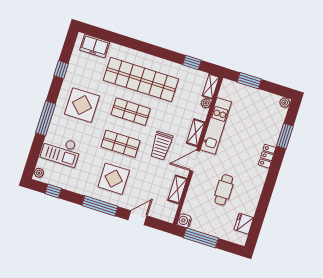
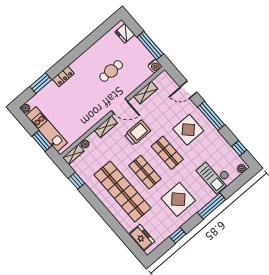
kitchen unit: (216, 126) -> (47, 129), moved, turned 90
checkout: (61, 150) -> (215, 175), turned 180
fridge: (244, 224) -> (125, 33), moved, turned 90

